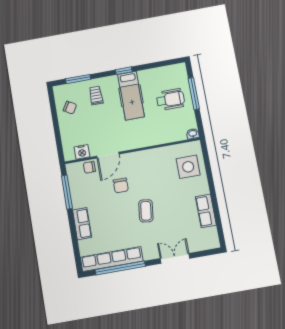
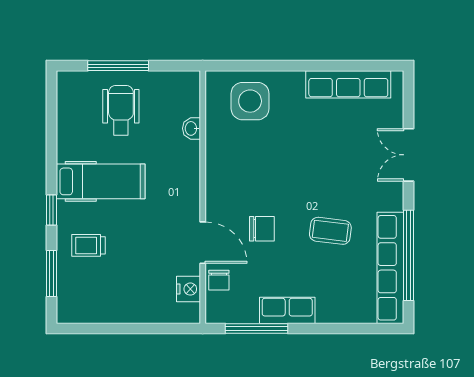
window: (124, 71) -> (52, 210), moved
chair: (70, 108) -> (102, 297), removed
washbasin: (193, 134) -> (191, 128), moved
coffee table: (146, 211) -> (330, 231), moved
row of seats: (206, 211) -> (348, 84), width x1.48
row of seats: (82, 224) -> (287, 310), moved

